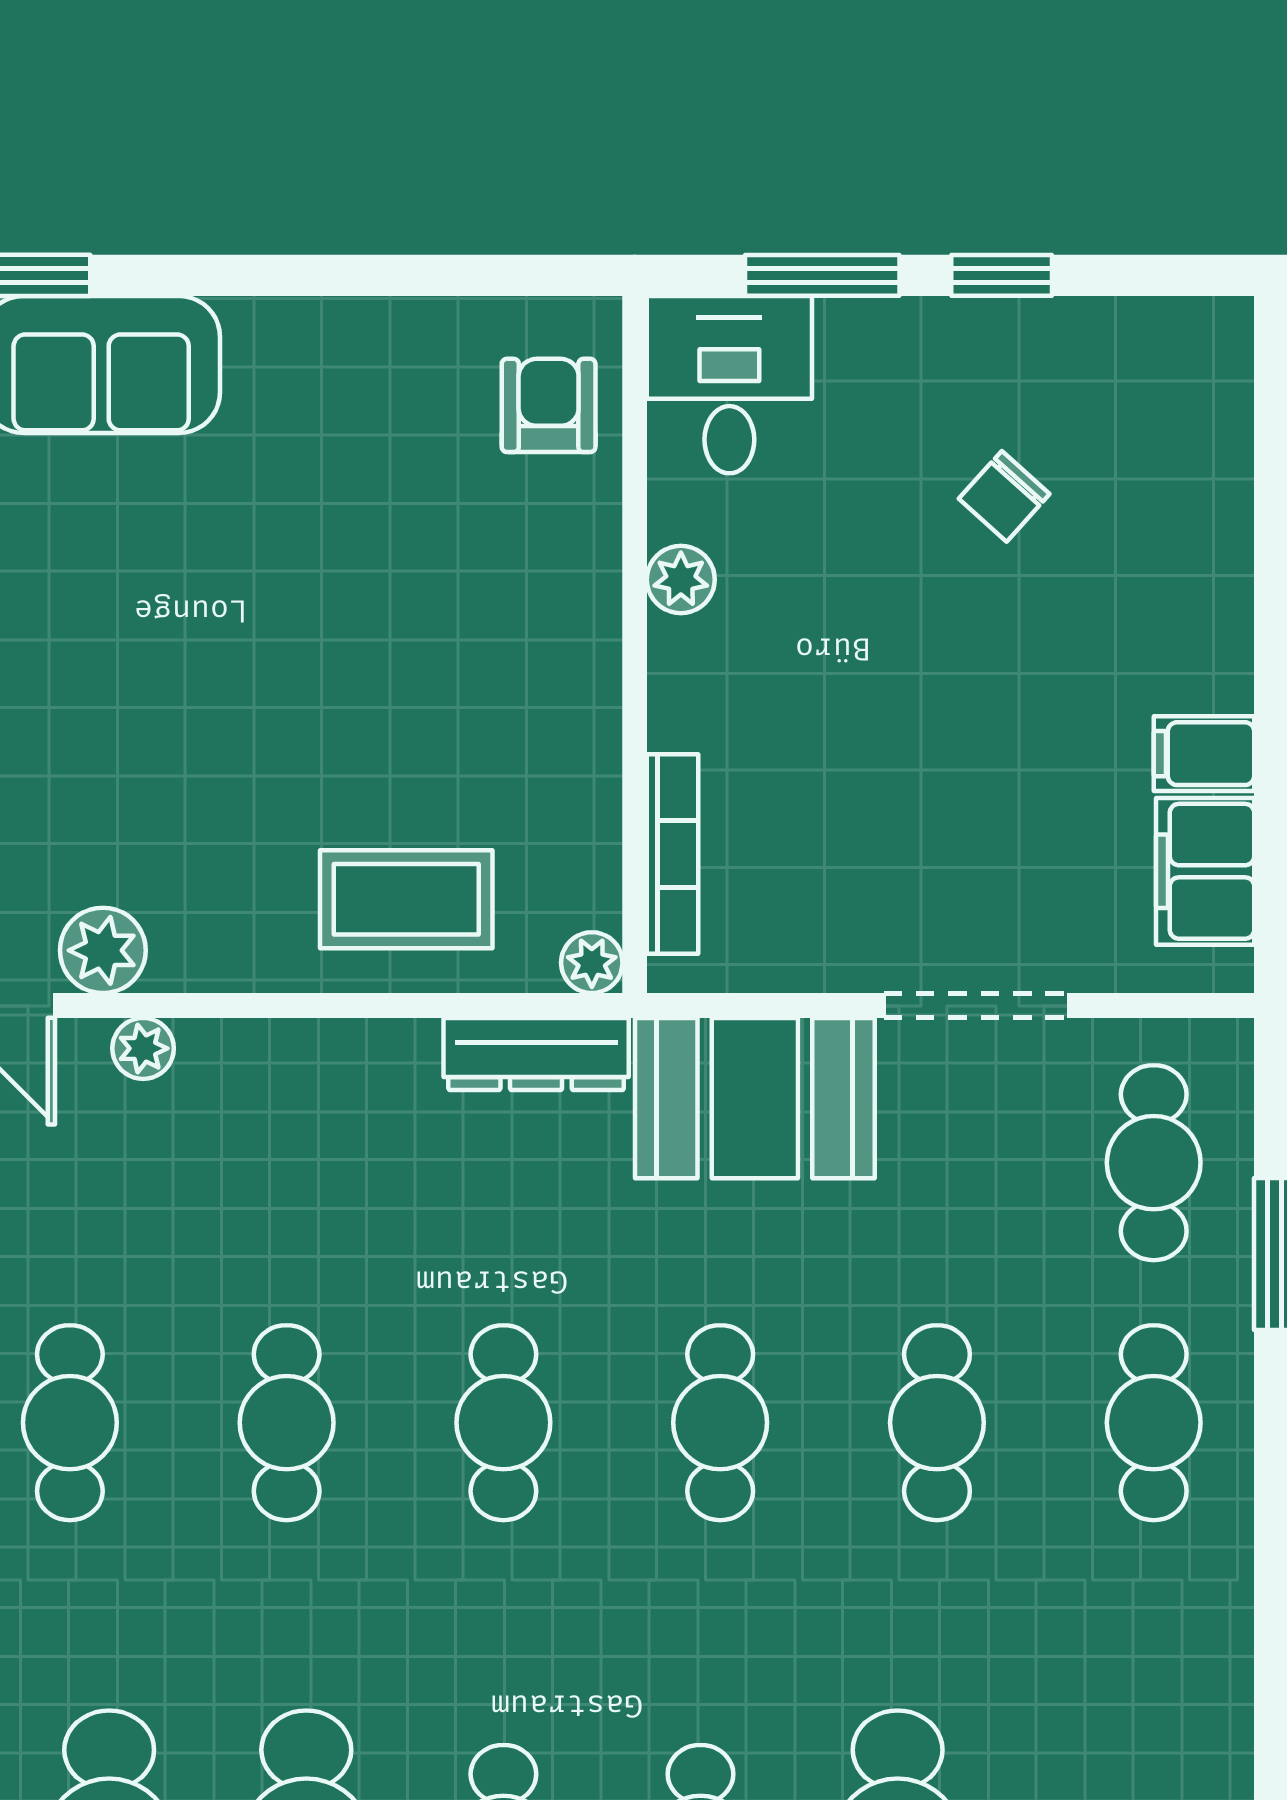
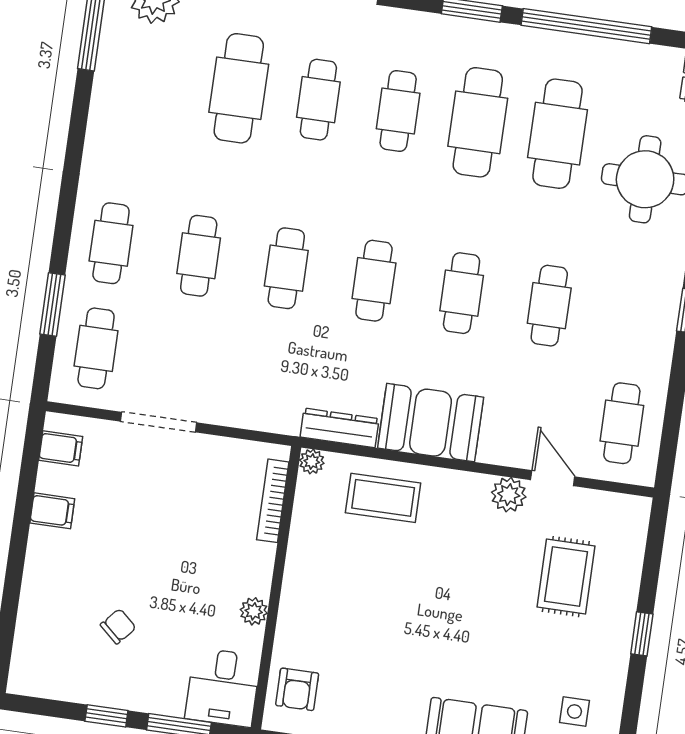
filing cabinet: (1205, 871) -> (61, 448), width x0.50
plant: (143, 1048) -> (498, 453), removed
booth: (755, 1098) -> (431, 423), moved

